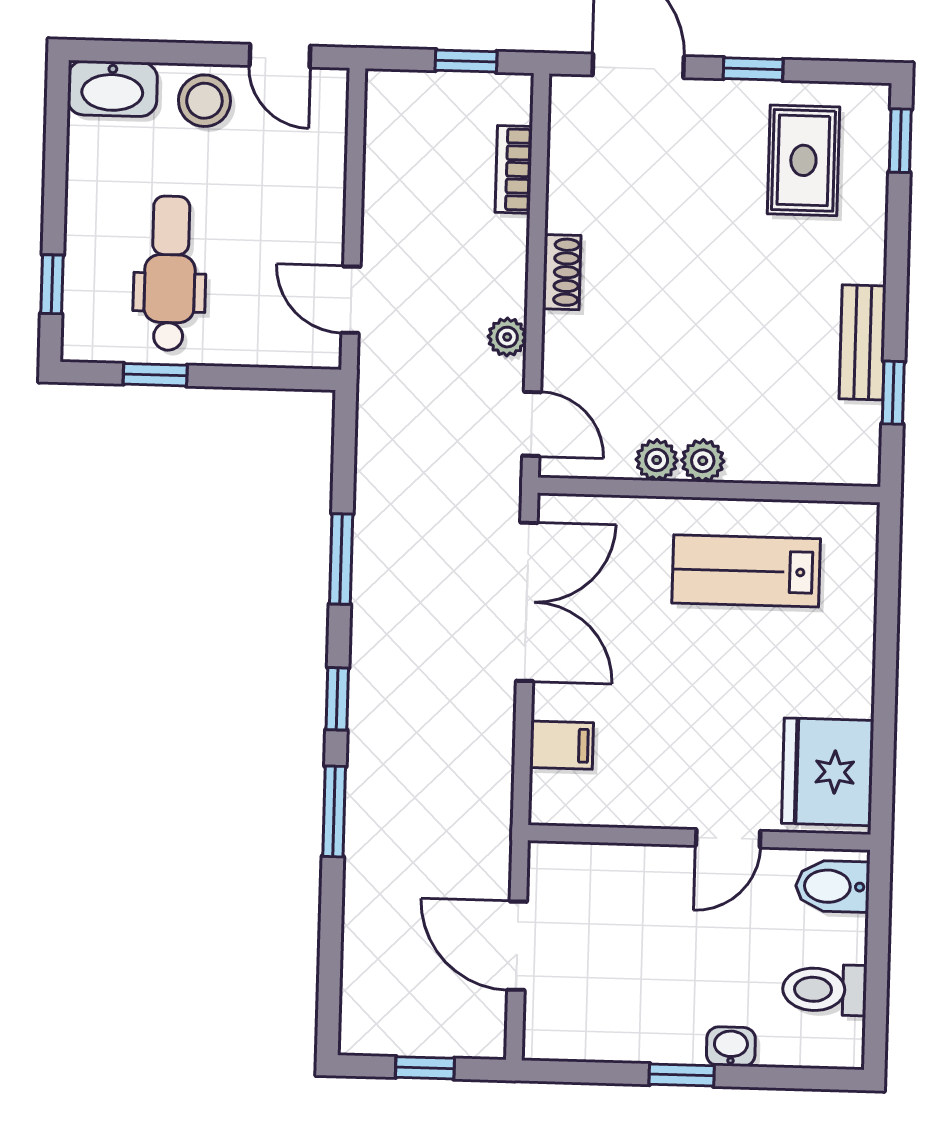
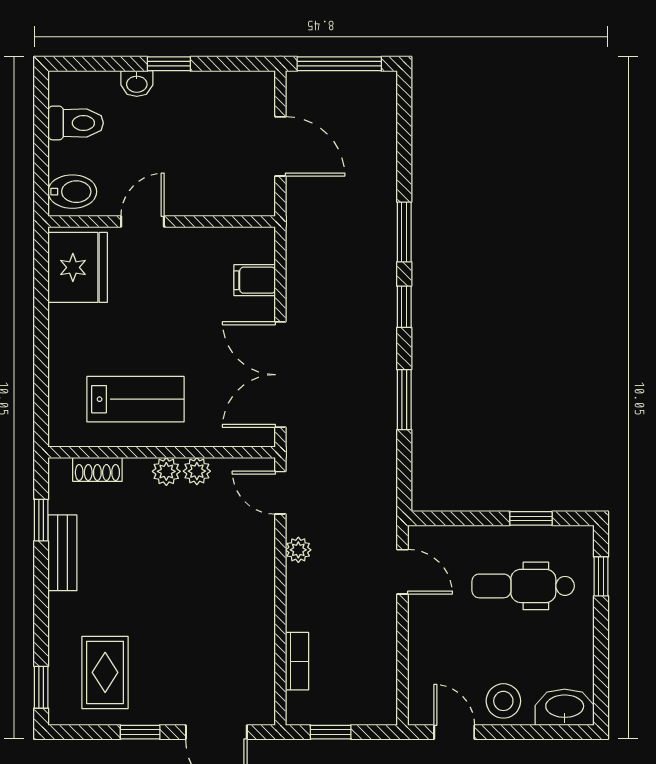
shoe rack: (562, 272) -> (97, 469), moved, turned -90
dental chair: (170, 273) -> (523, 586), turned 90
window: (425, 1068) -> (339, 64), width x2.17

